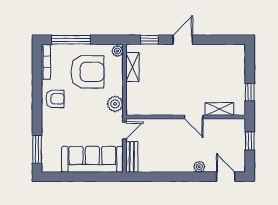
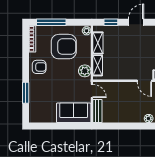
shelving: (132, 97) -> (98, 65), added
door: (124, 131) -> (92, 91), hinge flipped
window: (37, 149) -> (26, 93), moved
sofa: (92, 159) -> (74, 113), width x0.73

